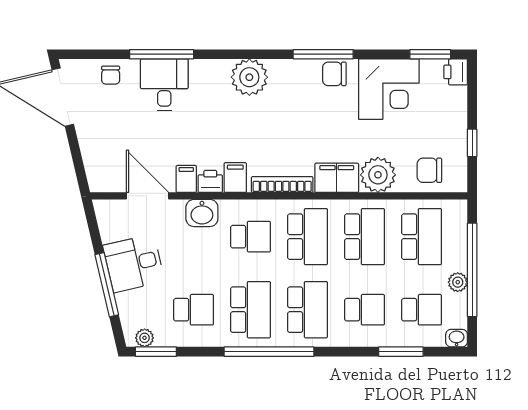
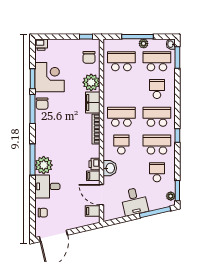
window: (162, 54) -> (33, 160), moved
window: (430, 54) -> (33, 79), moved
plant: (249, 77) -> (44, 165), moved
window: (472, 143) -> (86, 37), moved
filing cabinet: (235, 178) -> (93, 211), moved
door: (148, 196) -> (102, 195), hinge flipped
school desk: (365, 237) -> (121, 89), removed
window: (472, 270) -> (137, 37), width x0.68
window: (107, 285) -> (155, 212), moved
school desk: (421, 310) -> (157, 61), width x1.85
window: (269, 352) -> (177, 135), width x0.32
window: (401, 352) -> (177, 57), moved

